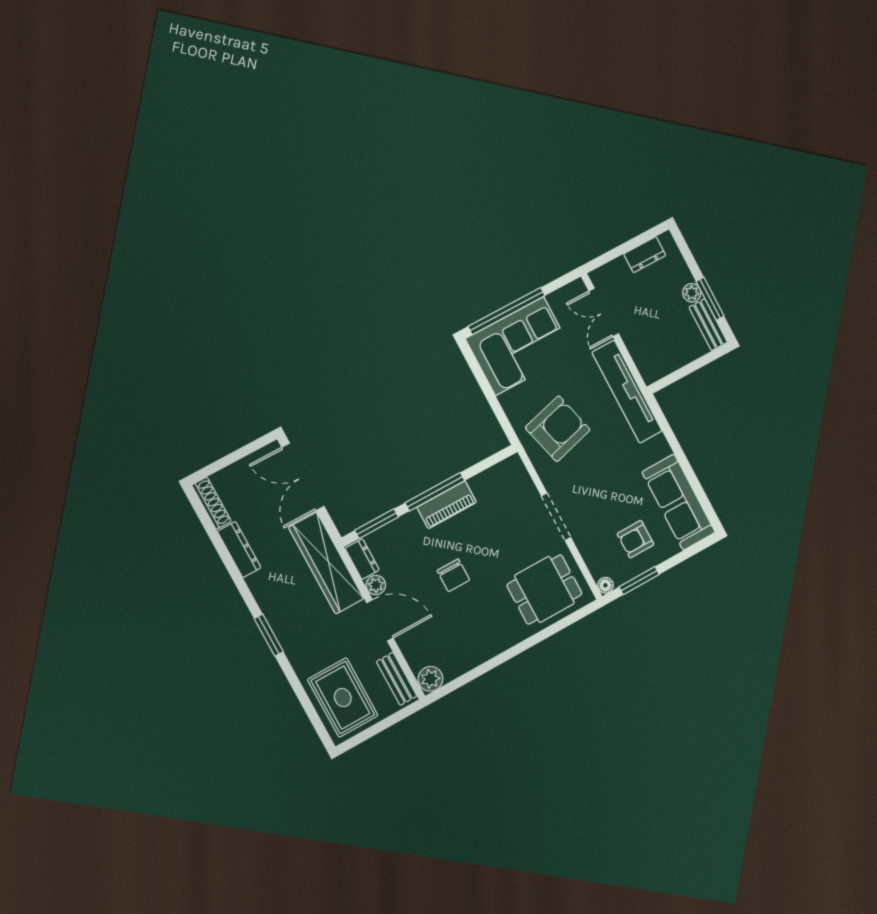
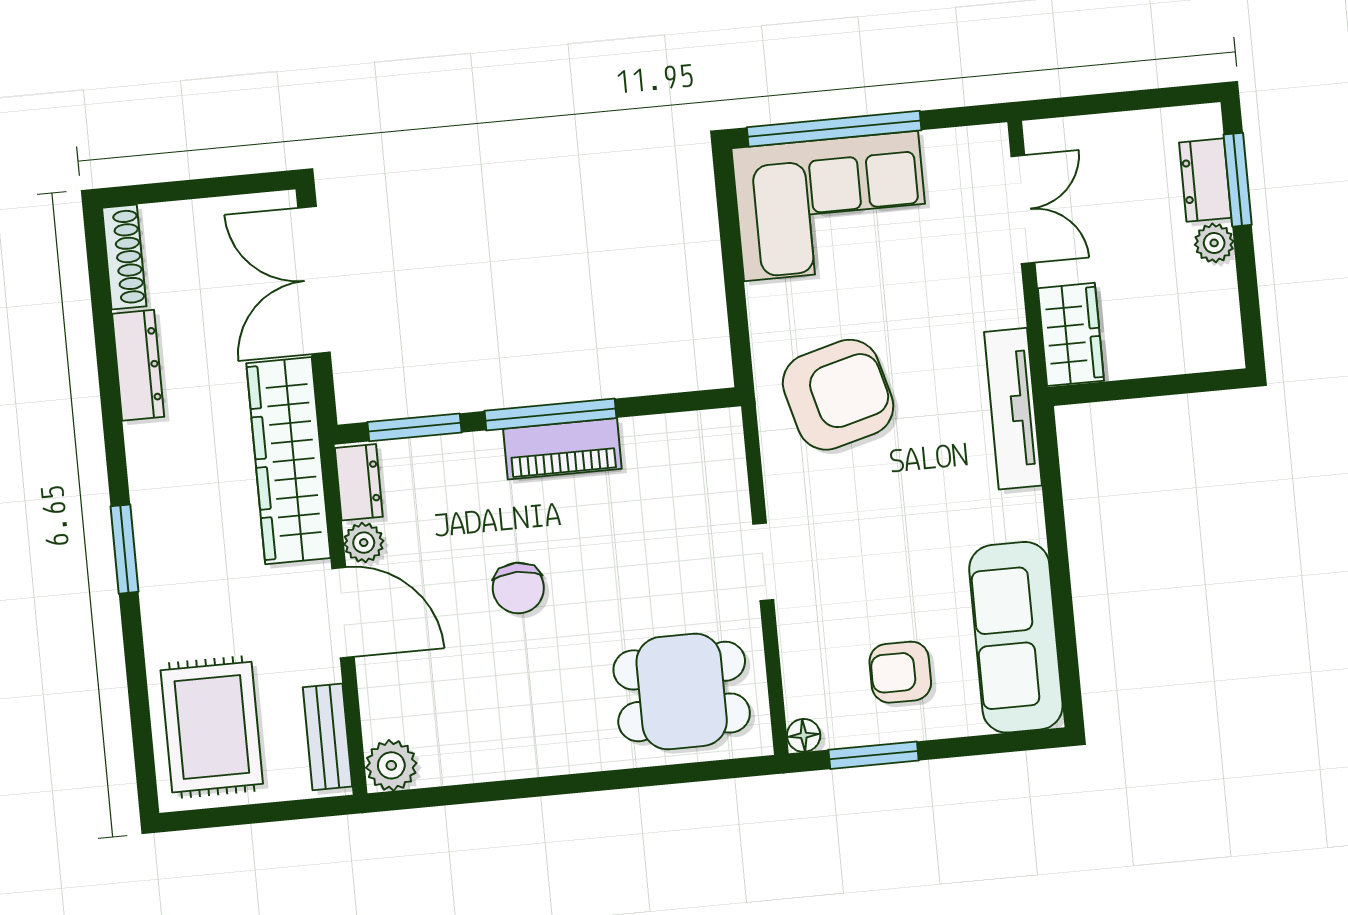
dresser: (645, 255) -> (1205, 180), moved, turned 90
window: (710, 299) -> (1238, 180), moved
double door: (604, 312) -> (1023, 209), swing flipped
bench: (708, 325) -> (1221, 318), removed
wardrobe: (647, 359) -> (1071, 334), added
tv unit: (627, 392) -> (1013, 409), width x0.73, depth x0.78
doorway: (556, 517) -> (763, 562), width x0.73

